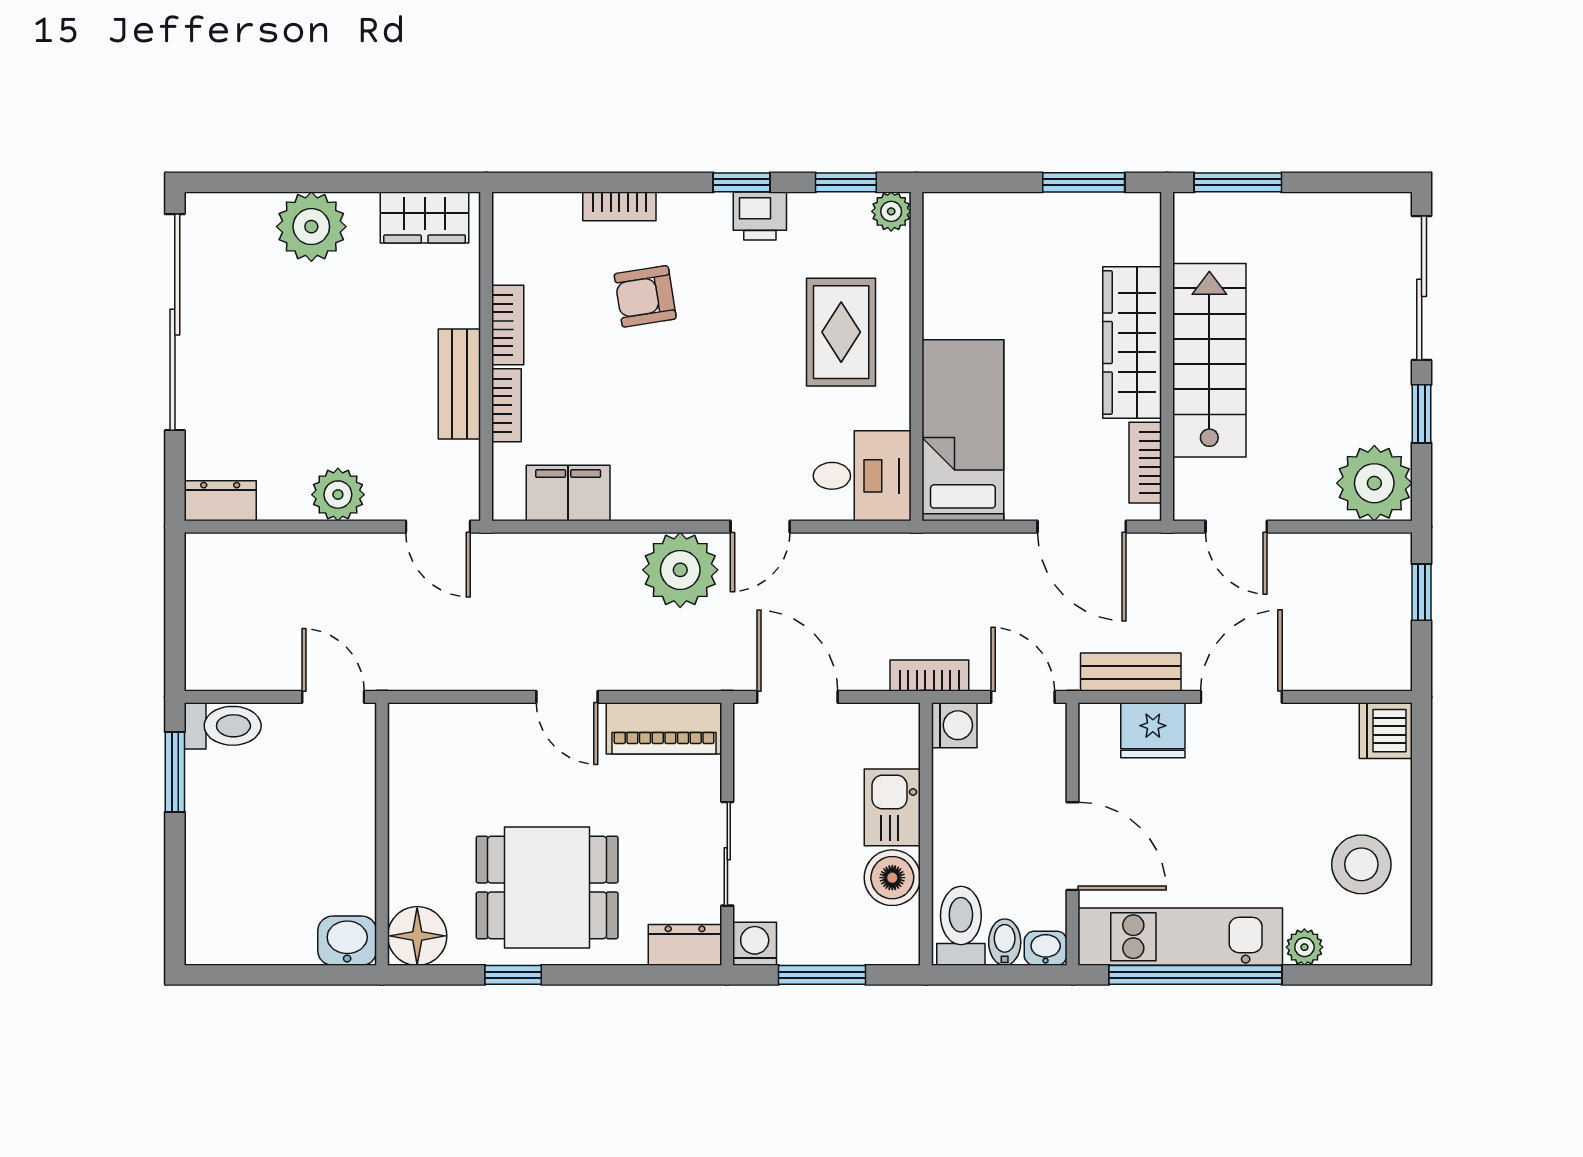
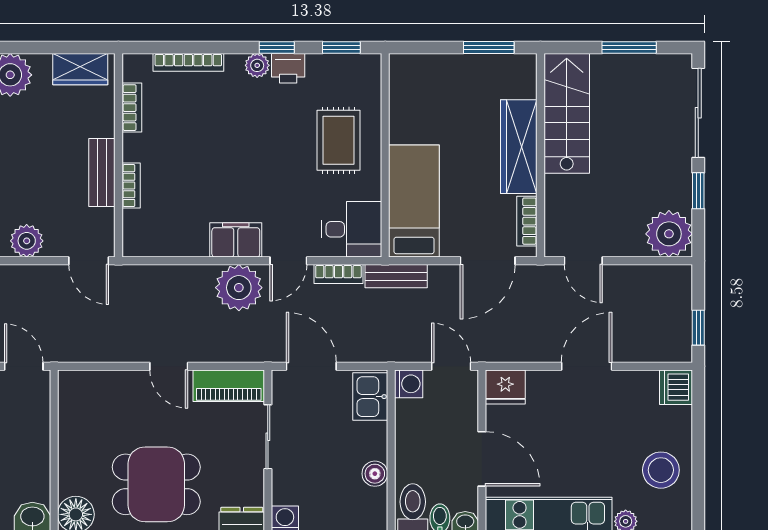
window: (1238, 182) -> (629, 47), moved
bookcase: (619, 206) -> (188, 62), width x1.56
plant: (891, 211) -> (257, 65), moved
armchair: (645, 296) -> (217, 118), removed
bookcase: (508, 325) -> (132, 108), moved
stairs: (1209, 360) -> (567, 113), moved
filing cabinet: (568, 493) -> (236, 240), moved
door: (1082, 527) -> (488, 261), hinge flipped
window: (1422, 592) -> (698, 328), moved
bench: (1131, 672) -> (396, 276), moved
bookcase: (929, 675) -> (338, 274), moved, turned 180
fridge: (1153, 730) -> (505, 387), moved
kitchen sink: (892, 807) -> (370, 397), moved
sliding door: (727, 854) -> (268, 437), moved
boiler: (892, 878) -> (375, 474), width x0.73, depth x0.73

